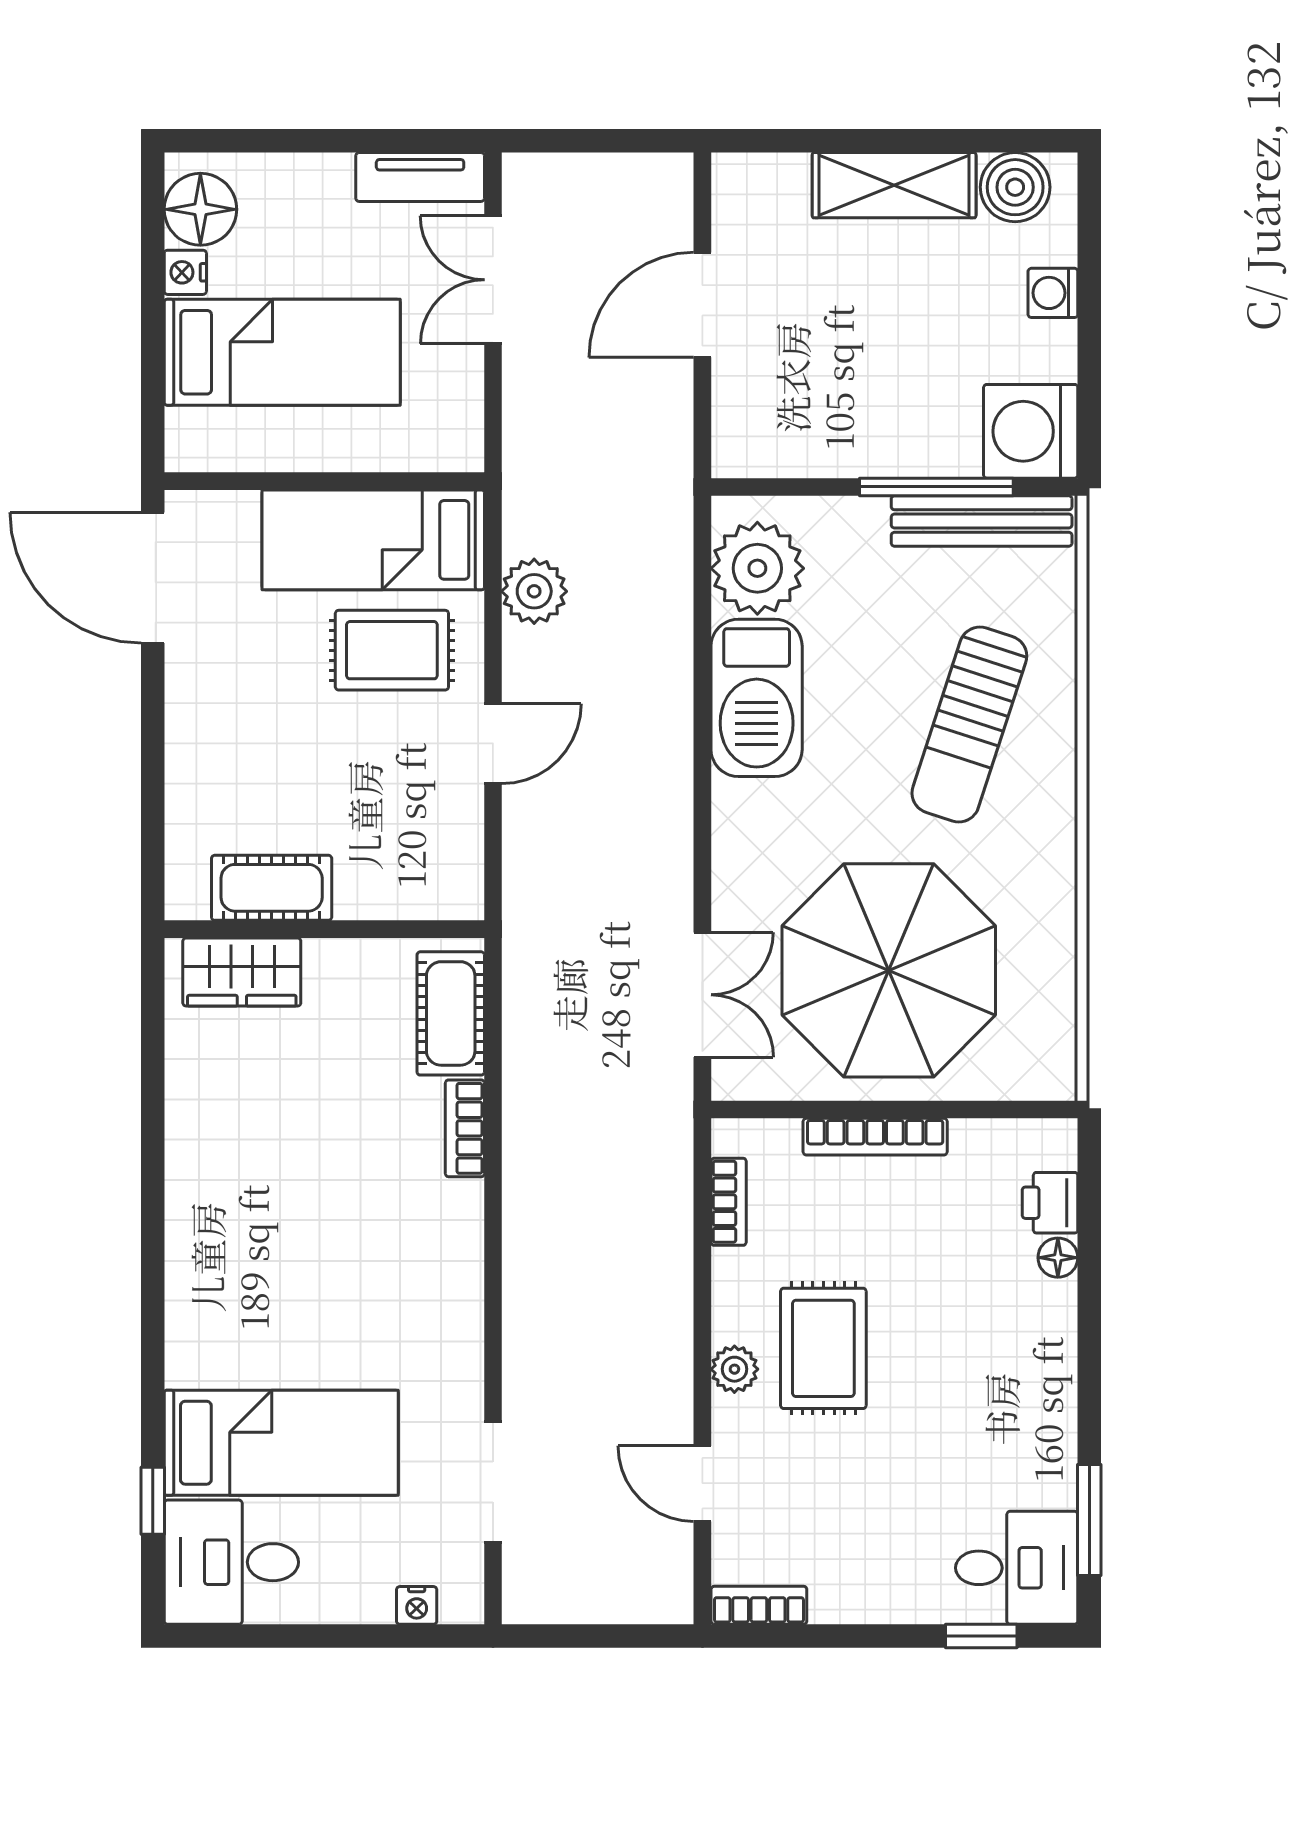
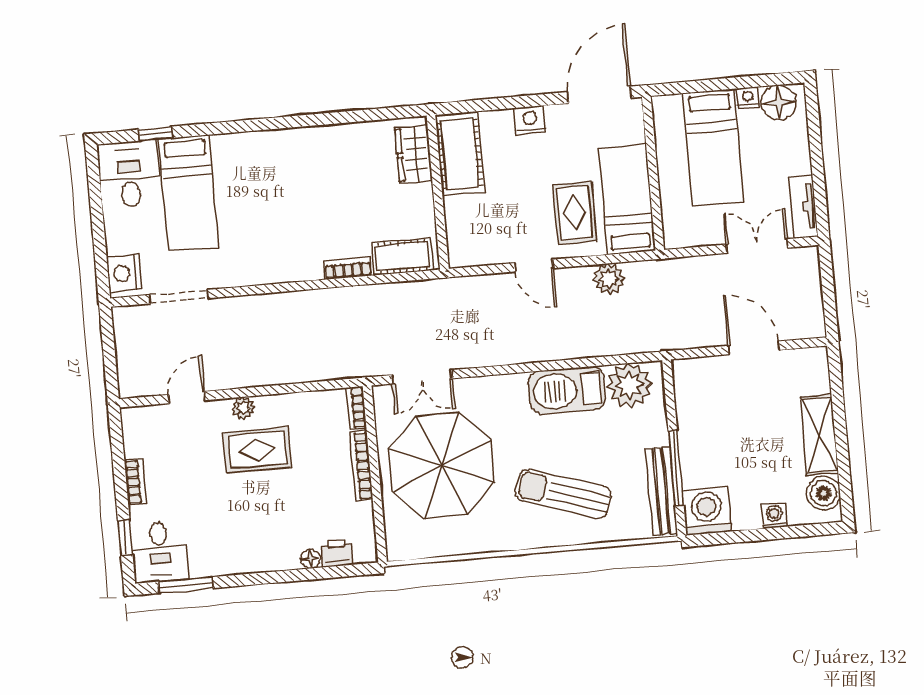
nightstand: (192, 725) -> (530, 120), added
cot: (272, 888) -> (460, 154), width x1.37, depth x1.34
bookcase: (729, 1202) -> (356, 408), moved, turned 90
nightstand: (417, 1605) -> (124, 273), width x1.89, depth x1.79
bookcase: (759, 1605) -> (135, 482), moved

